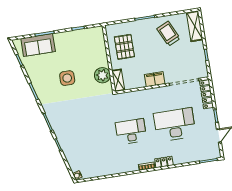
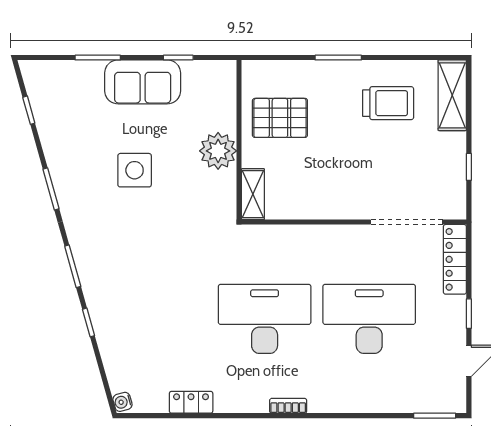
trolley: (168, 34) -> (388, 103), turned 115
sofa: (38, 45) -> (143, 82), moved
pallet: (124, 47) -> (280, 118), turned 90
plant: (102, 75) -> (218, 151), moved
filing cabinet: (155, 79) -> (339, 205), removed
desk: (131, 131) -> (265, 319), width x1.36, depth x1.30
locker: (164, 162) -> (191, 402), moved

